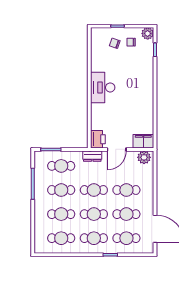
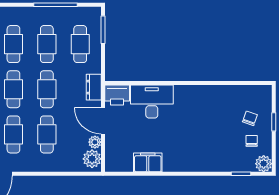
desk: (103, 87) -> (152, 102), moved
filing cabinet: (143, 141) -> (148, 162), moved, turned -90
plant: (132, 155) -> (95, 142), added

